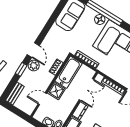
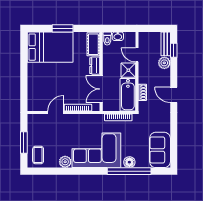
plant: (34, 66) -> (164, 63), moved
window: (21, 69) -> (174, 50), moved
door: (42, 99) -> (137, 55), swing flipped

